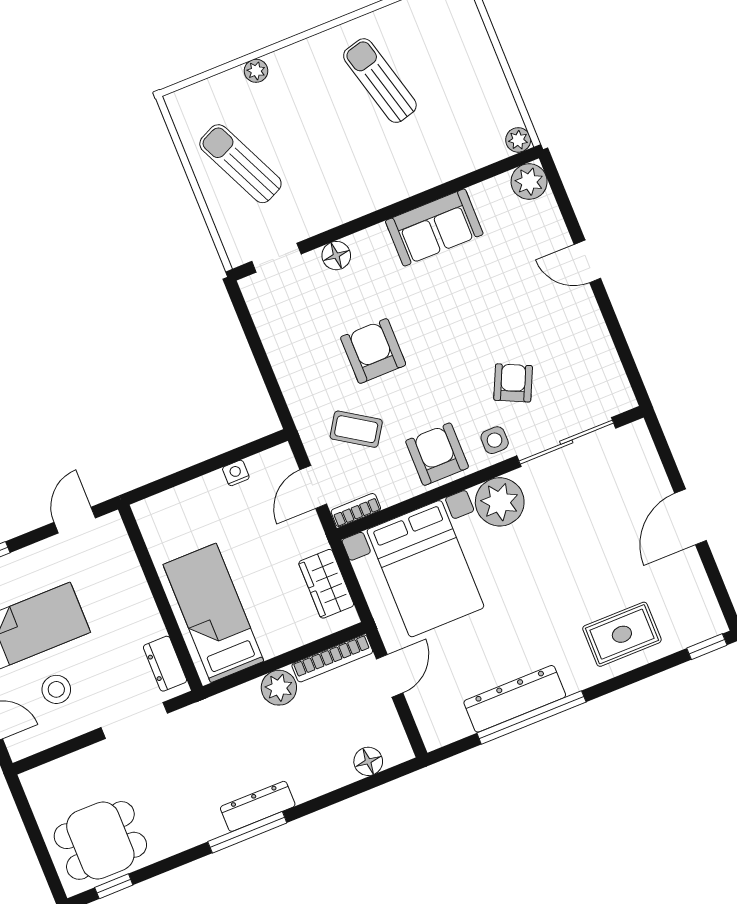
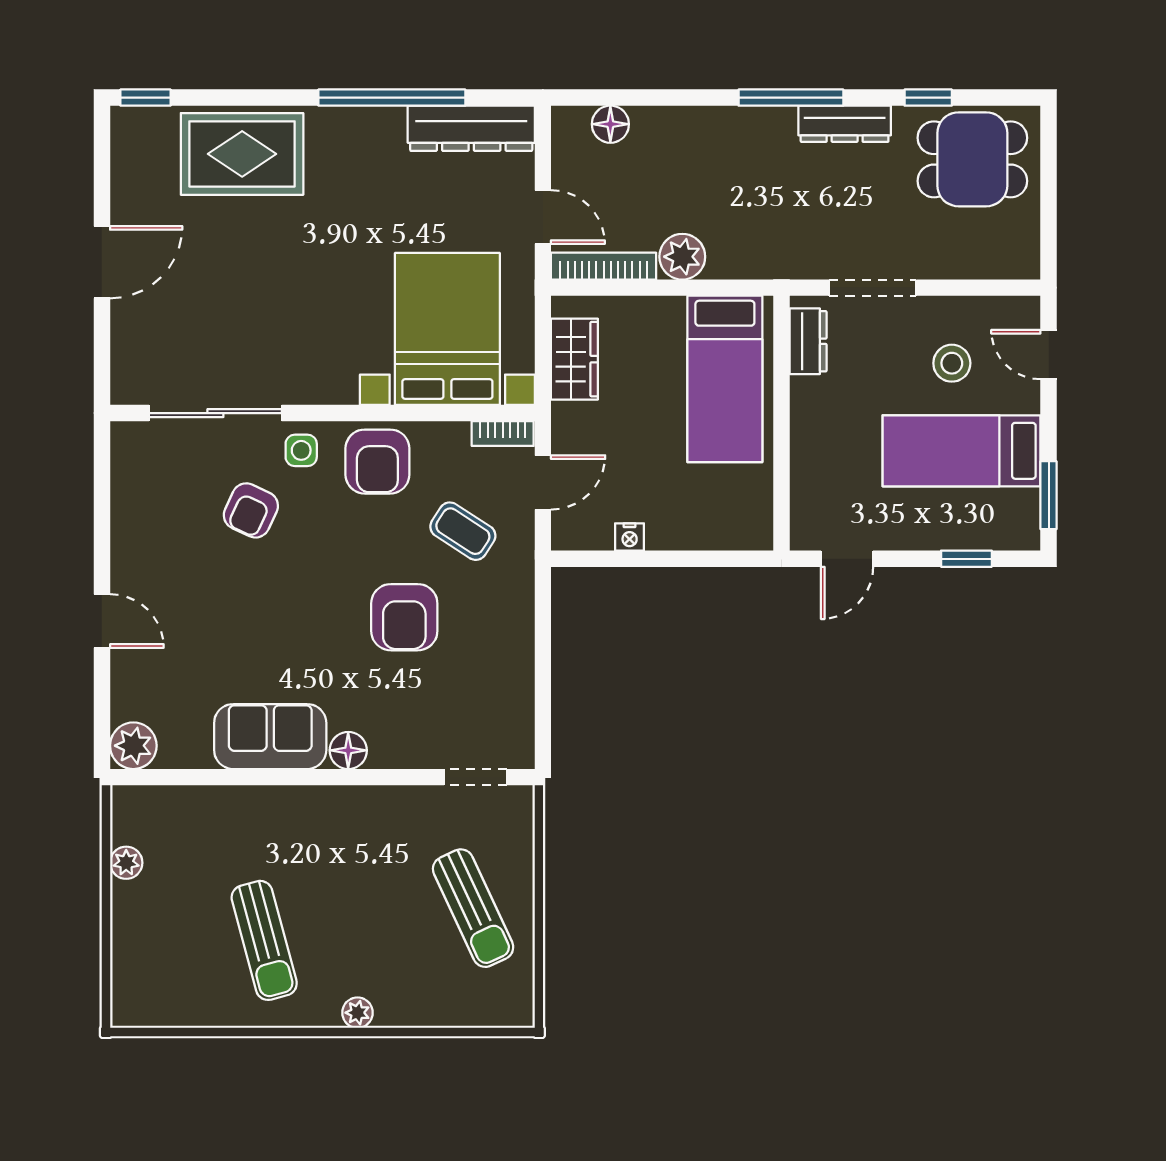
plant: (256, 71) -> (357, 1013), moved
plant: (518, 140) -> (126, 863), moved
floor lamp: (336, 256) -> (348, 750), moved
plant: (500, 502) -> (325, 373), removed
rug: (622, 634) -> (242, 154), width x1.36, depth x1.43
door: (390, 676) -> (543, 217), swing flipped
dresser: (515, 699) -> (471, 128), moved
dresser: (258, 806) -> (845, 124), moved
window: (114, 886) -> (928, 98), moved

